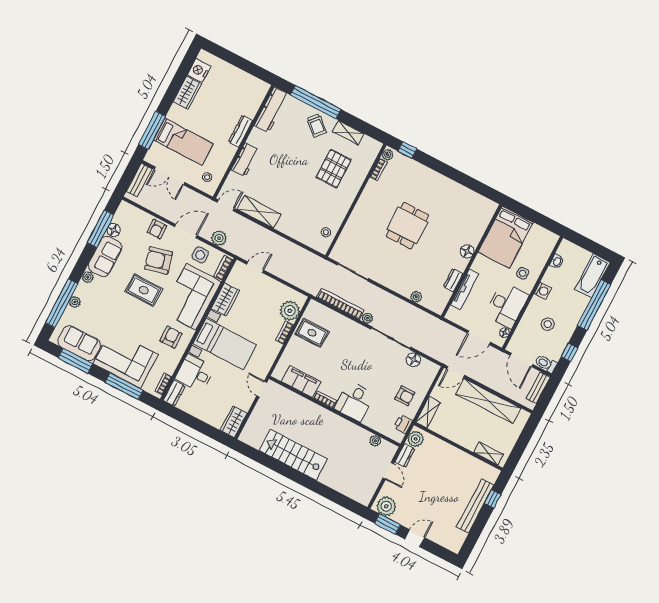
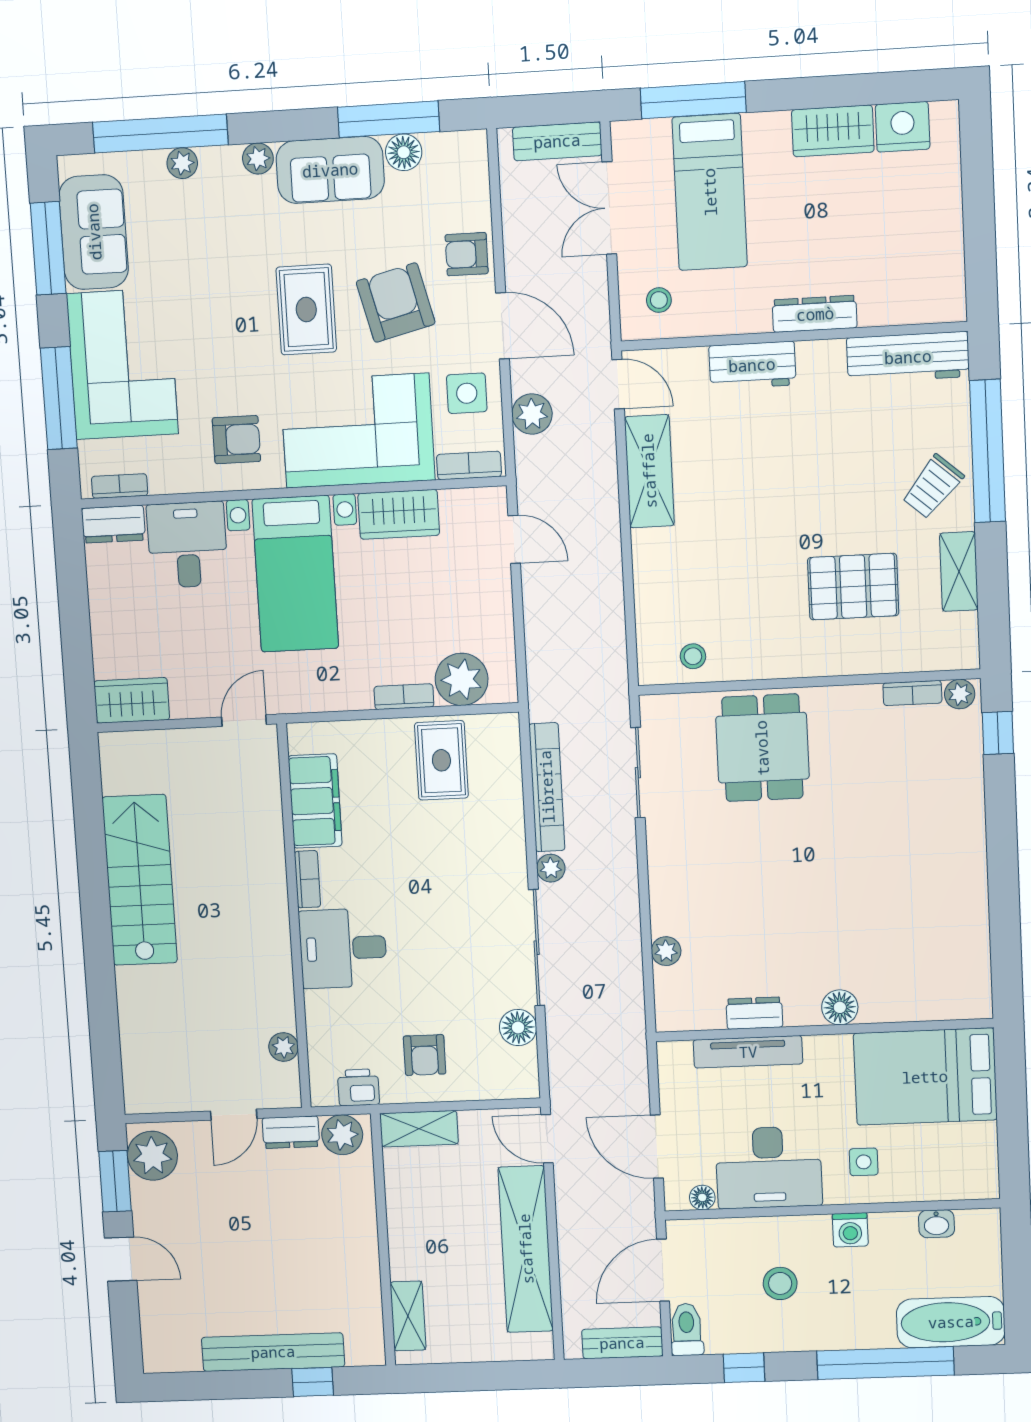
dining table: (407, 226) -> (762, 748), moved, turned 90

